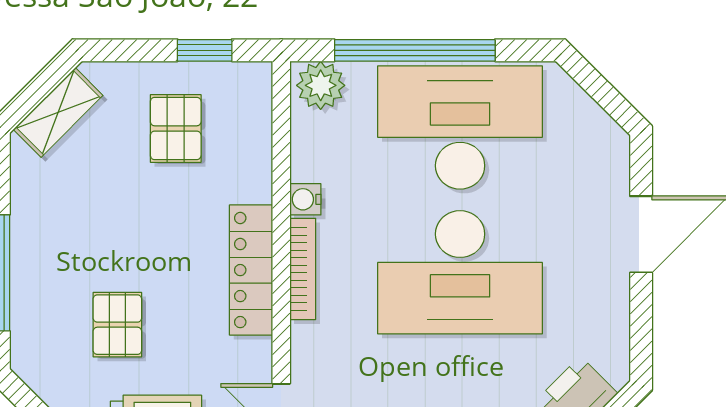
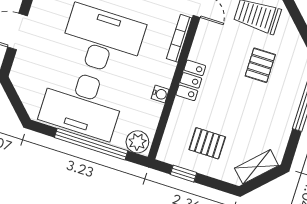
pallet: (176, 128) -> (207, 143), turned 90
bookcase: (303, 269) -> (179, 38), moved
locker: (251, 270) -> (191, 80), width x0.66

